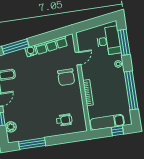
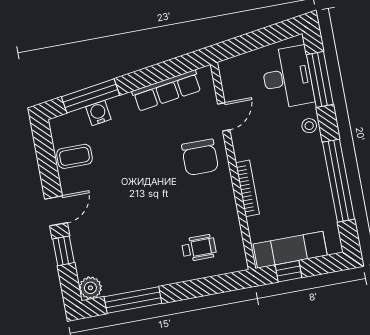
water cooler: (31, 51) -> (98, 113), moved
plant: (11, 127) -> (90, 288), moved
window: (117, 131) -> (288, 271), moved

